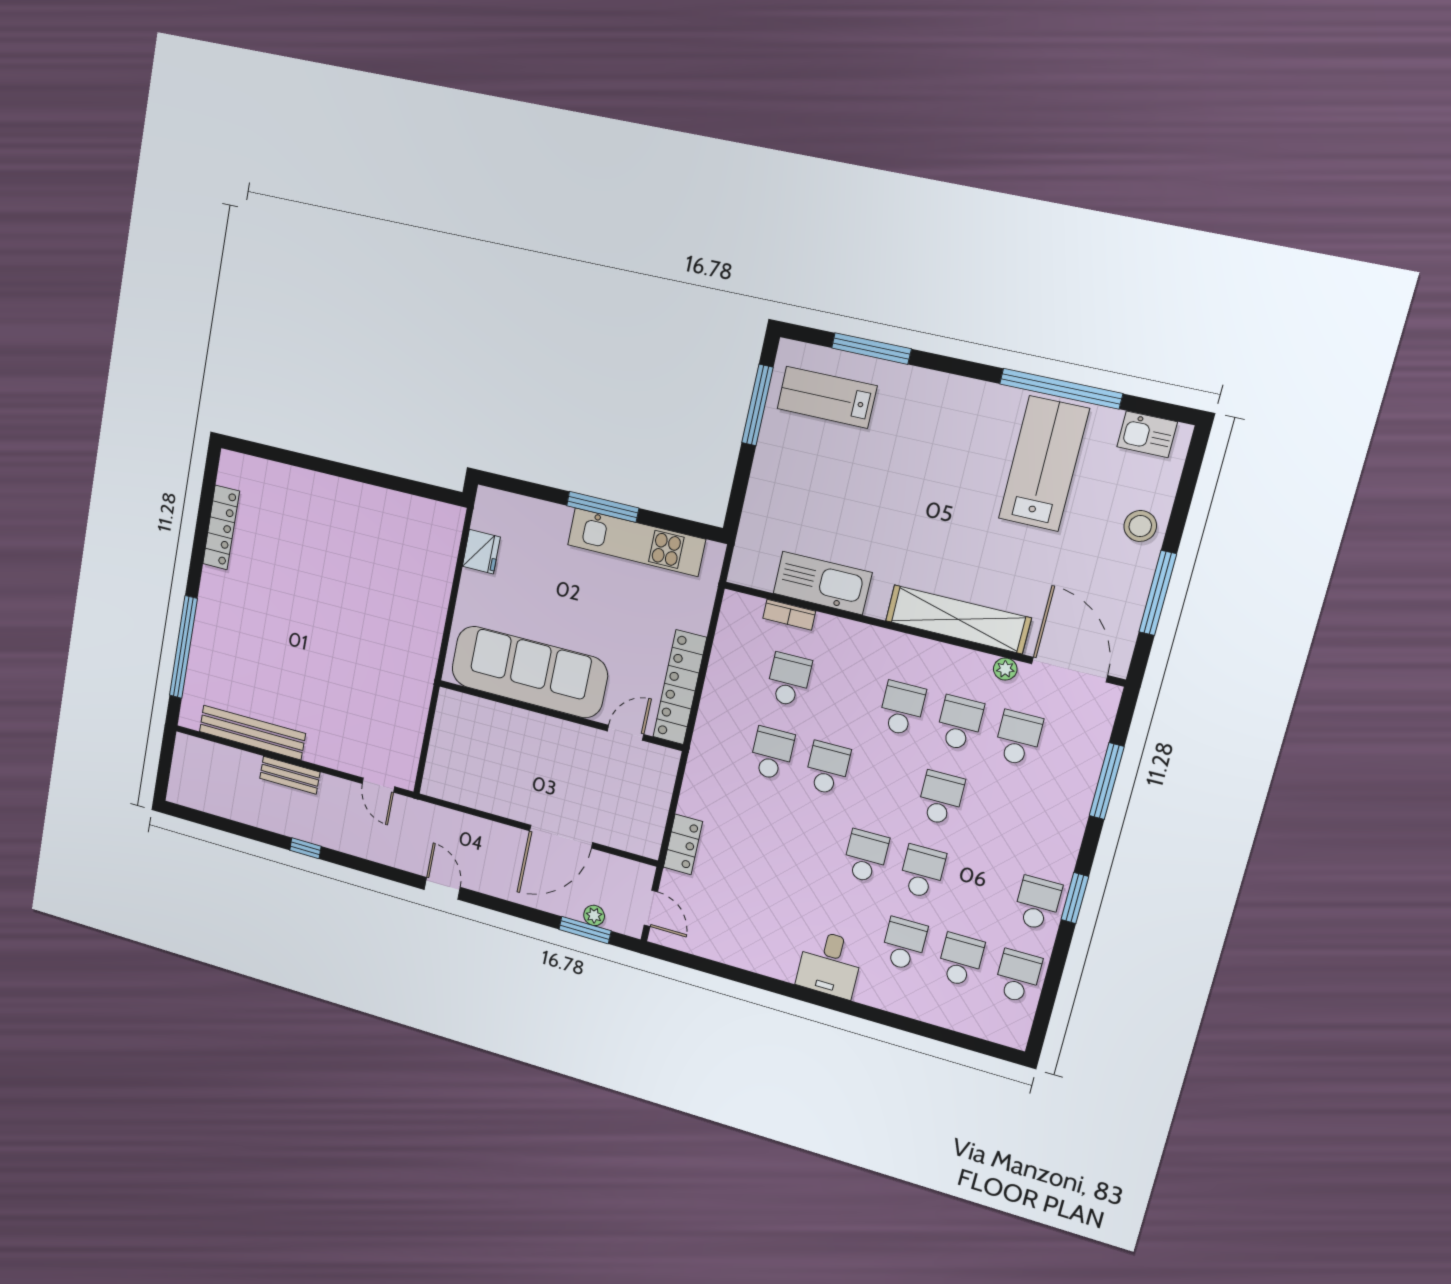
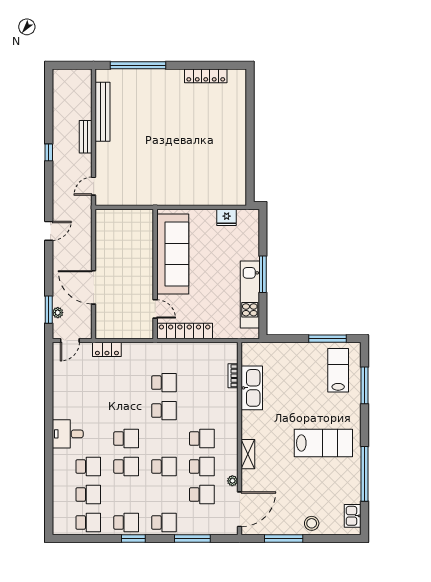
lab bench: (1044, 464) -> (323, 443), moved
shelving: (958, 619) -> (248, 454), width x0.45, depth x0.75
school desk: (789, 680) -> (164, 522), moved

